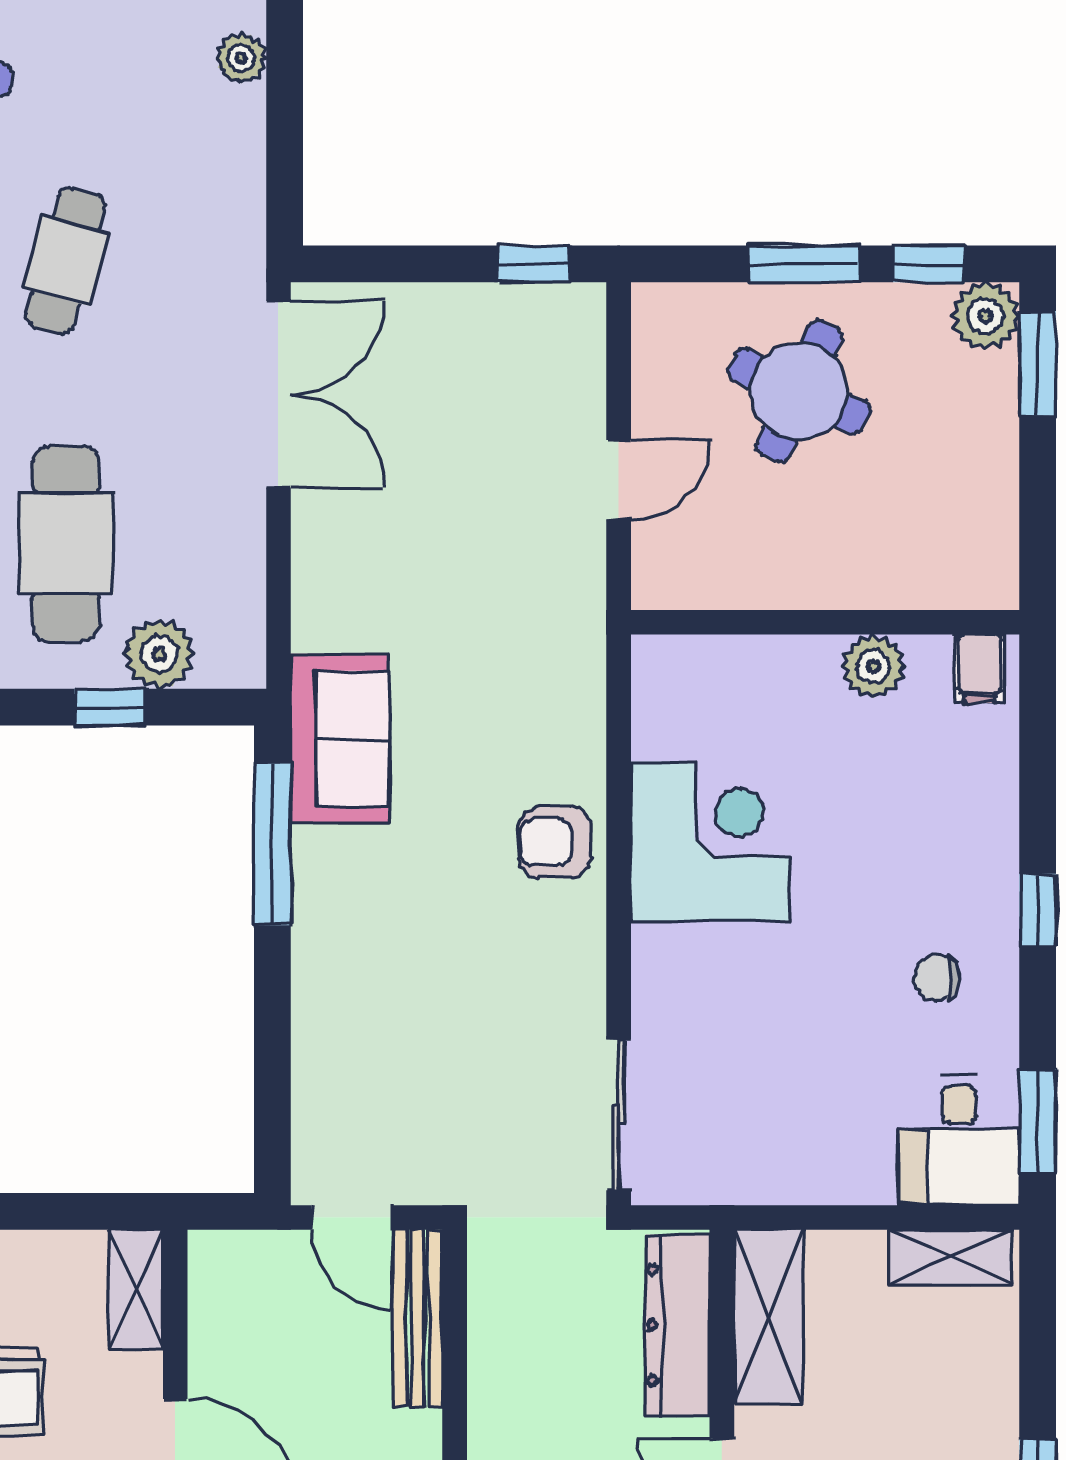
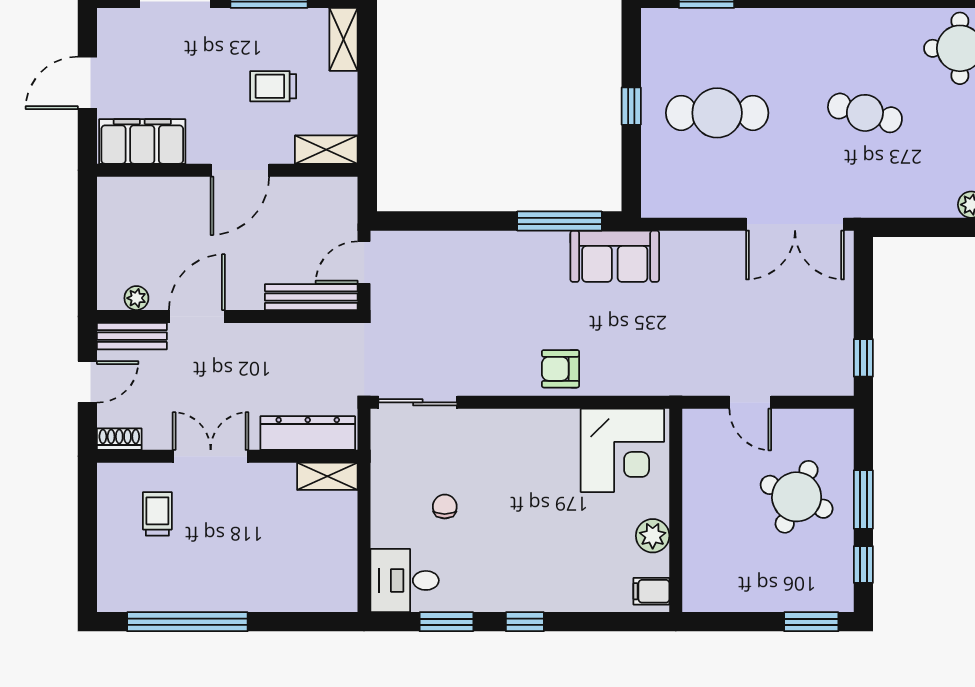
plant: (986, 316) -> (836, 594), removed
plant: (159, 654) -> (659, 162), removed
window: (110, 707) -> (631, 106), moved
corner desk: (710, 841) -> (622, 450), moved
armchair: (555, 842) -> (560, 369), turned -90
chair: (937, 978) -> (445, 507), moved
window: (1038, 1121) -> (446, 622), moved
shelving: (951, 1257) -> (343, 576), removed
shelving: (769, 1316) -> (327, 476), width x0.67, depth x0.75

